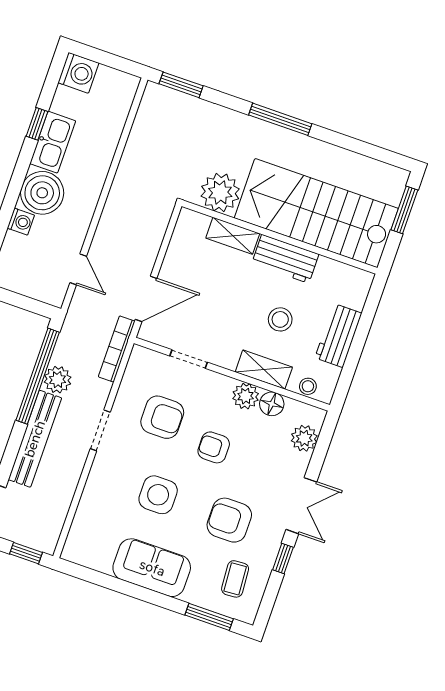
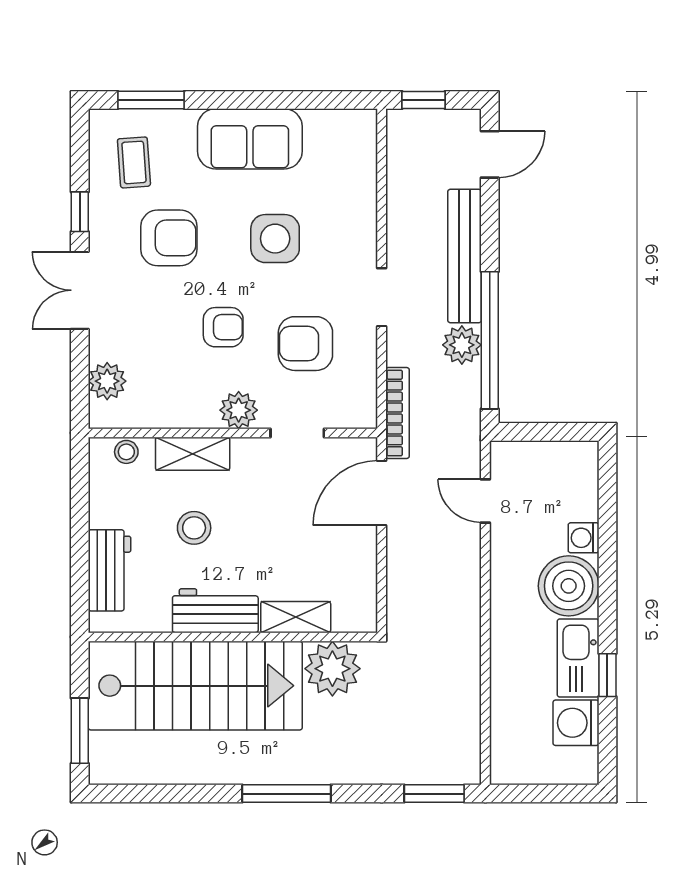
washing machine: (78, 73) -> (576, 723), moved
workbench: (338, 335) -> (109, 570), moved
plant: (246, 396) -> (239, 410), moved
floor lamp: (272, 404) -> (166, 412), removed

